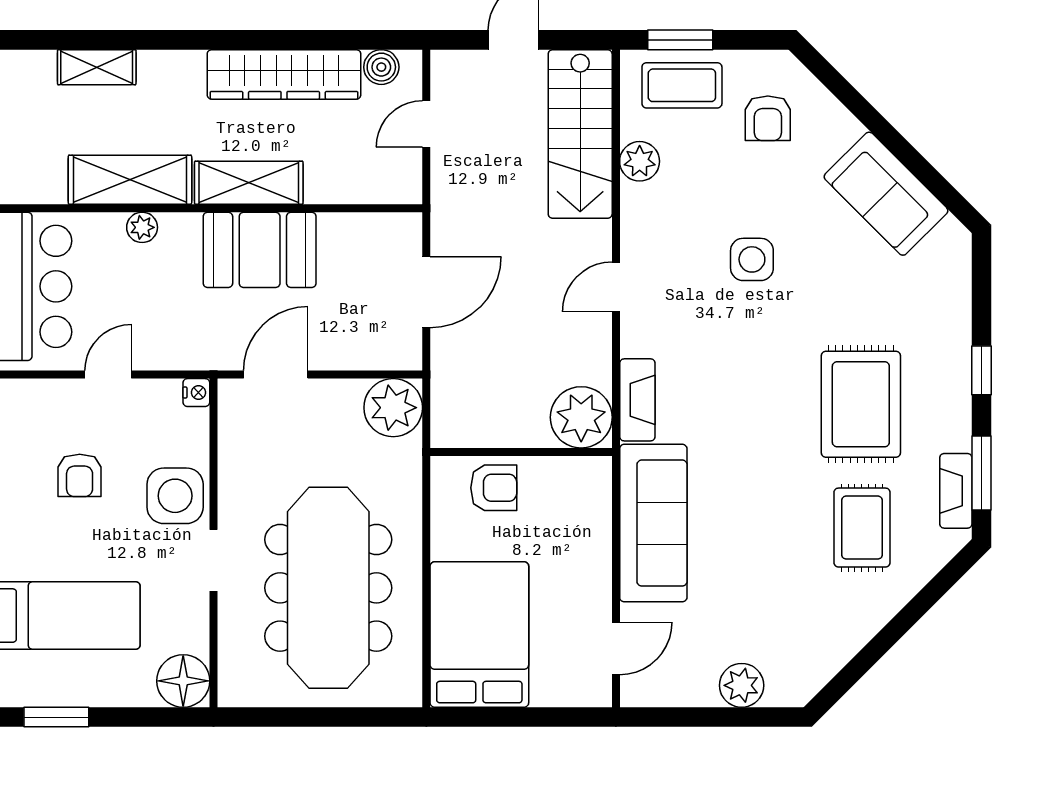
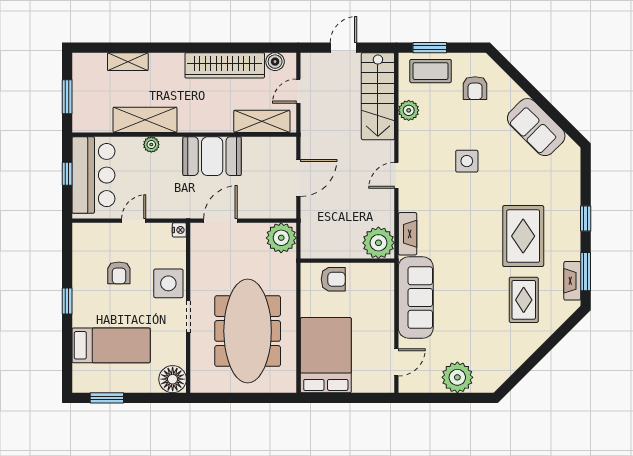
shelving: (249, 183) -> (262, 121), moved
plant: (742, 685) -> (457, 377), width x1.36, depth x1.36

